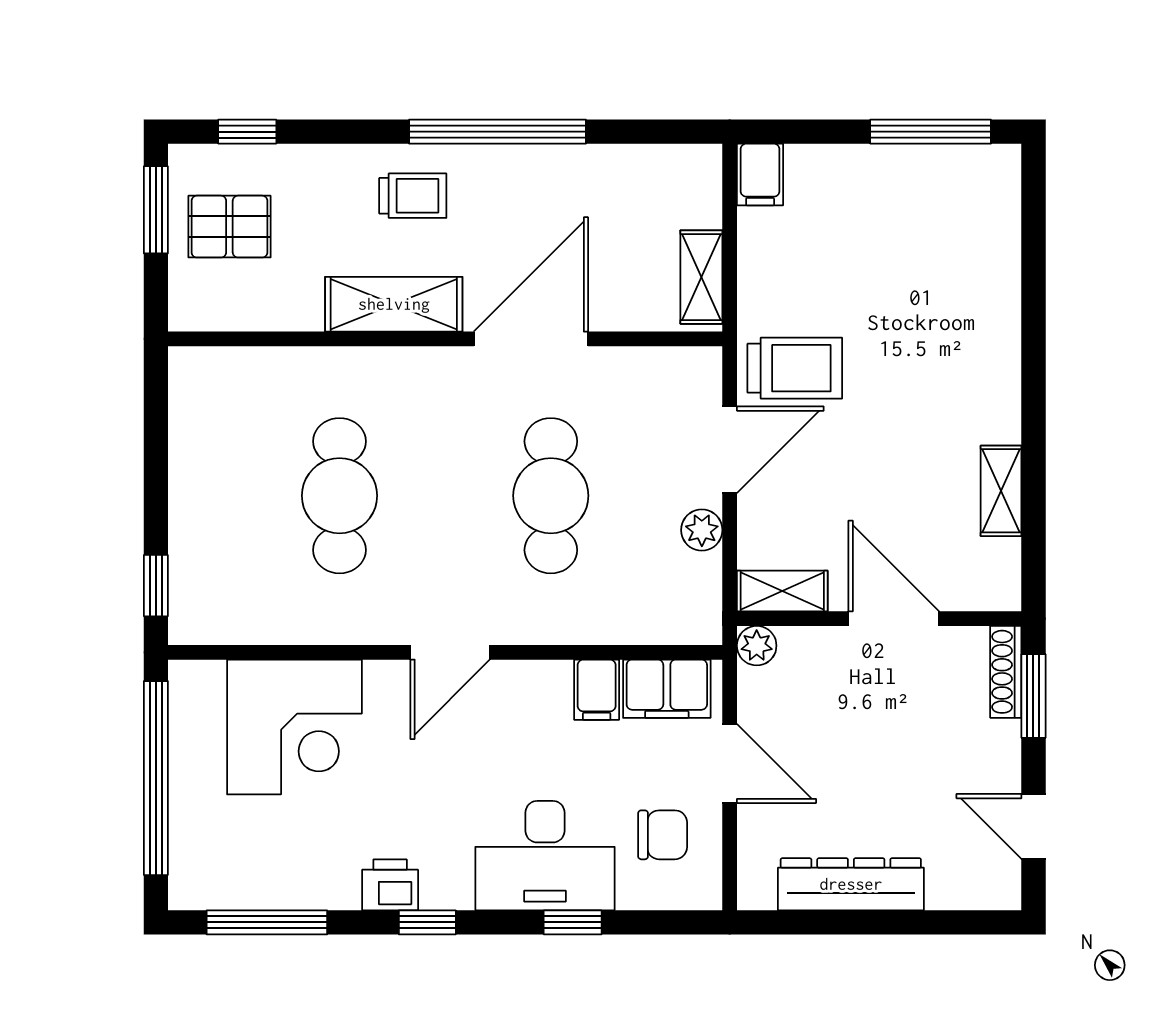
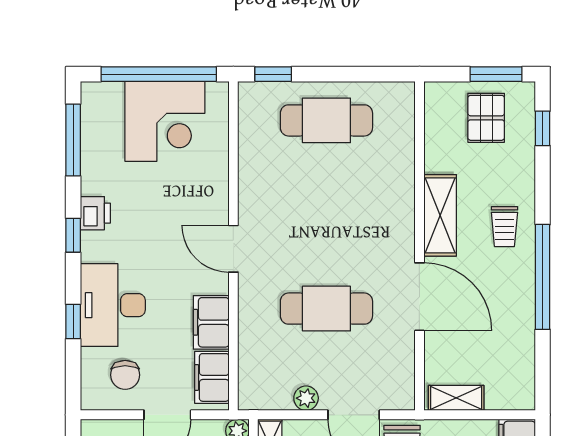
cafe table: (339, 496) -> (326, 120), moved
filing cabinet: (597, 690) -> (211, 322), width x2.00
corner desk: (295, 727) -> (165, 121), moved, turned -90

